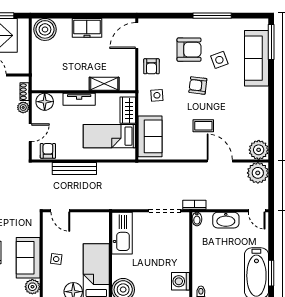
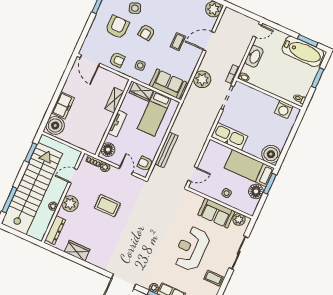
freezer: (87, 28) -> (63, 105), moved
plant: (258, 173) -> (202, 79), moved

